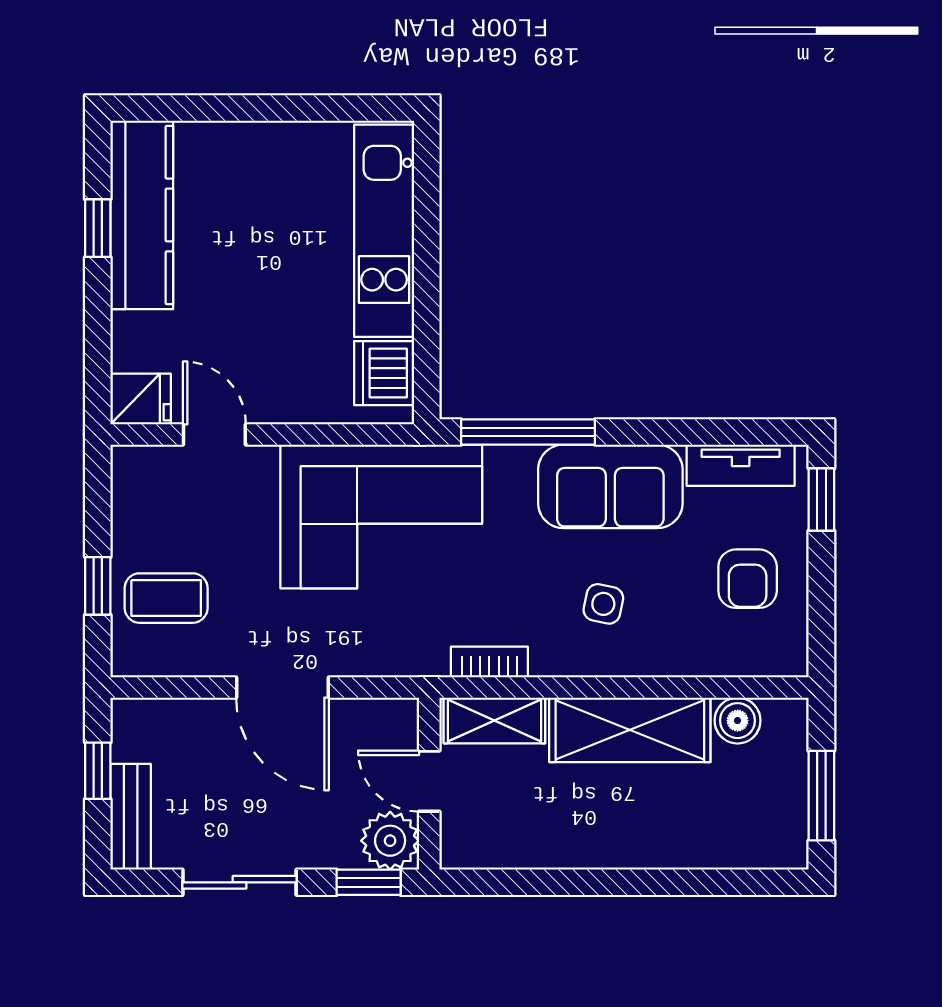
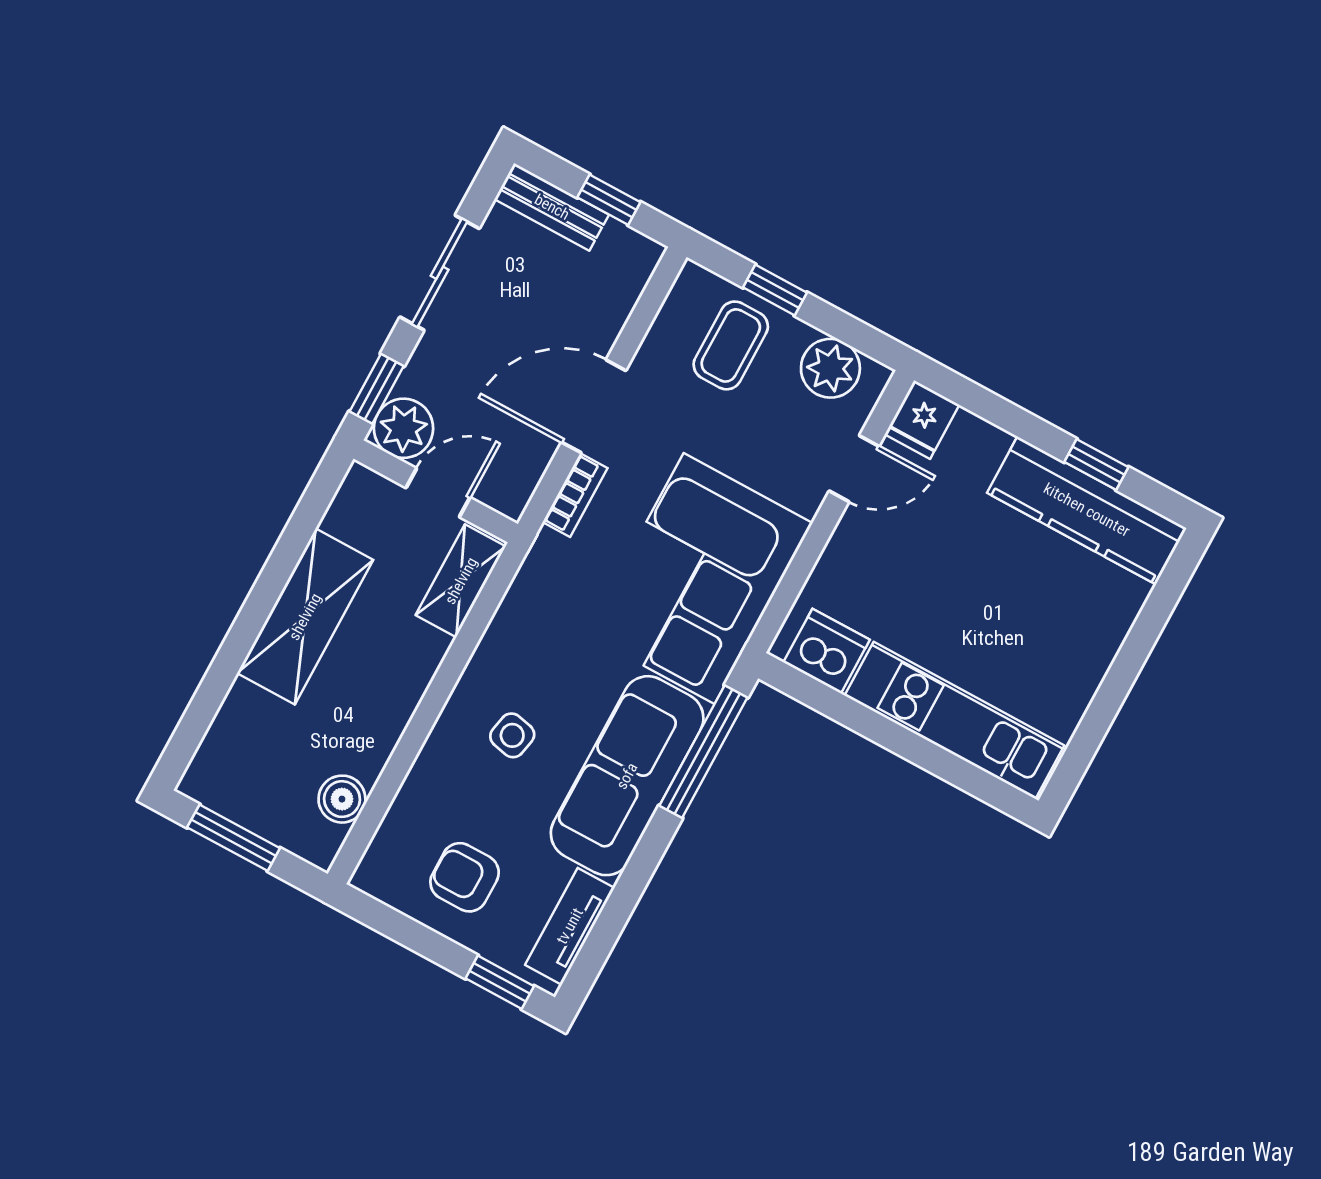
sofa: (610, 486) -> (627, 776), width x1.36
plant: (139, 502) -> (830, 368), added
bookcase: (489, 662) -> (575, 495), moved
shelving: (630, 730) -> (305, 617), moved

